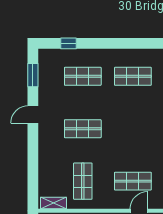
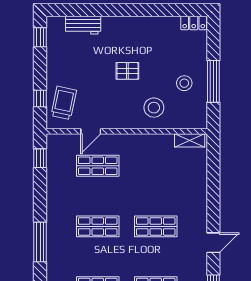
shop shelf: (83, 181) -> (98, 226), moved, turned 90

